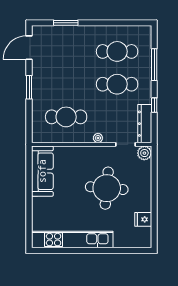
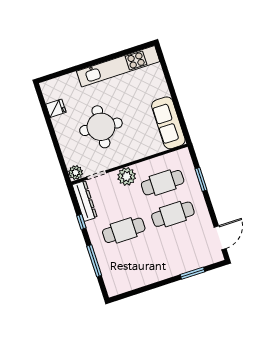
cafe table: (117, 51) -> (173, 214), moved
window: (29, 87) -> (201, 179), moved
plant: (98, 138) -> (127, 176), width x1.88, depth x1.88

